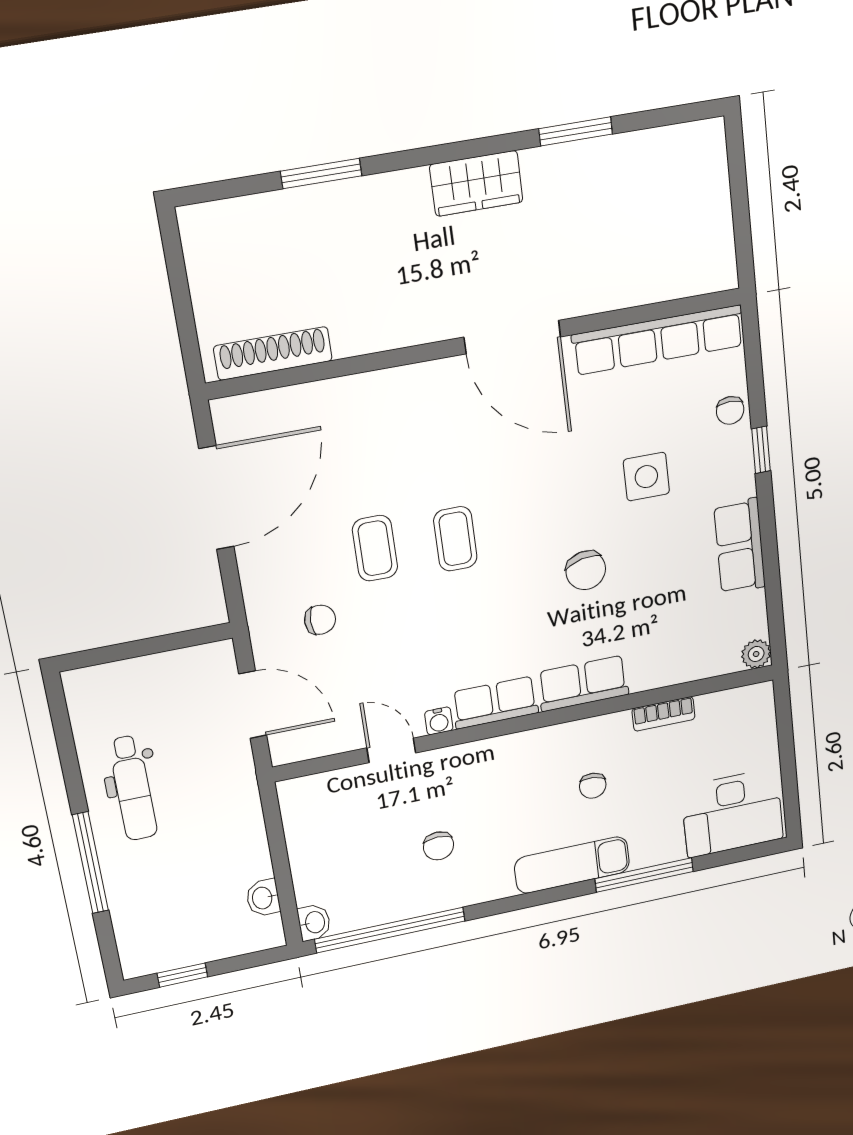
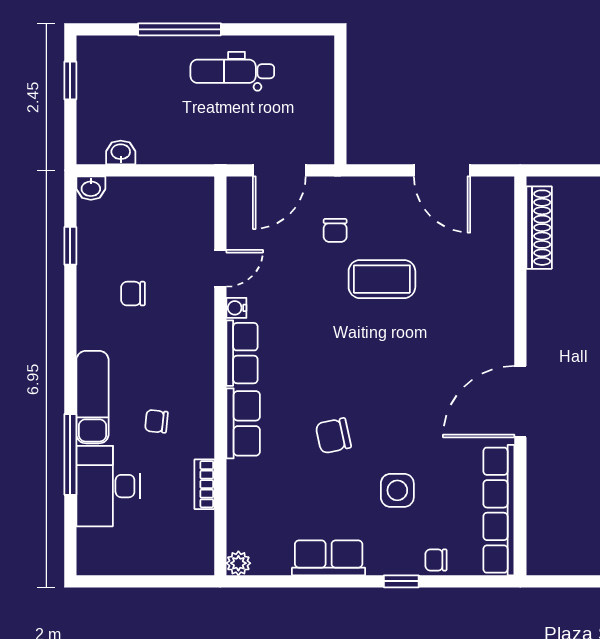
door: (216, 498) -> (442, 170), width x0.73
coffee table: (455, 539) -> (377, 340), removed
coffee table: (375, 548) -> (382, 279), width x1.36, depth x1.30
desk: (732, 813) -> (108, 486), moved
window: (390, 930) -> (70, 246), width x0.32

